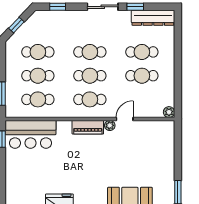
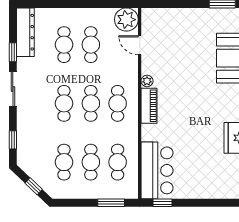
plant: (169, 112) -> (126, 20), width x1.87, depth x1.87
door: (125, 119) -> (140, 45), moved

